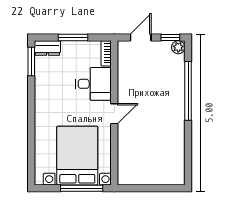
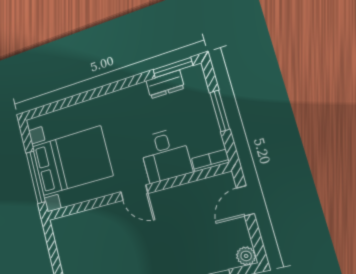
door: (141, 38) -> (245, 201), swing flipped
window: (170, 38) -> (257, 242), removed
dresser: (47, 48) -> (165, 84), moved, turned -90

